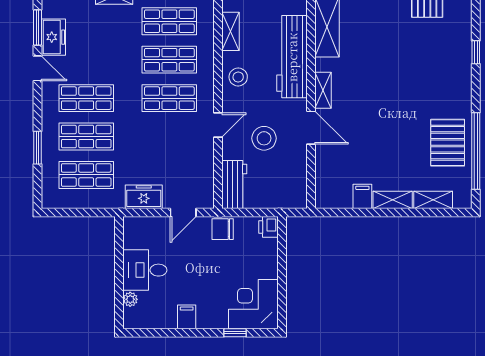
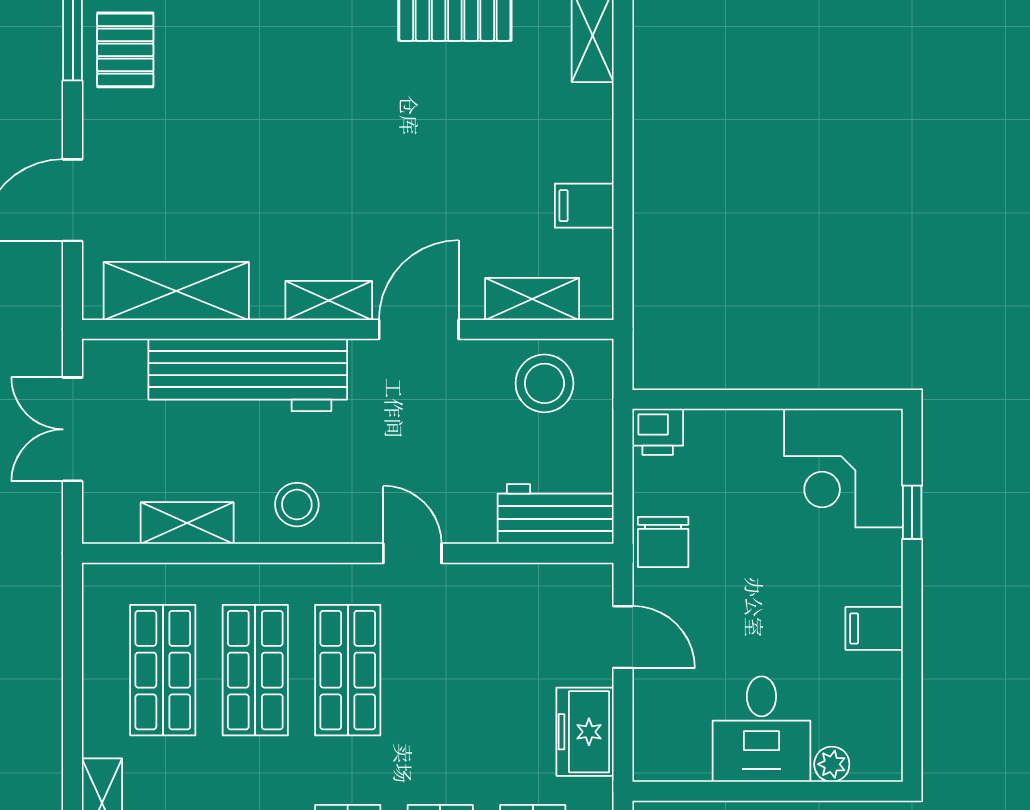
stool: (264, 138) -> (544, 383), moved
shelving: (393, 200) -> (532, 299), moved, turned 90

